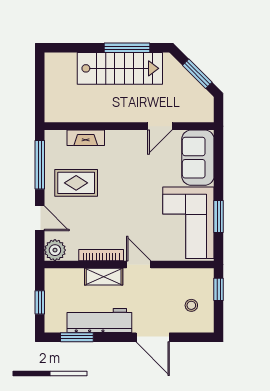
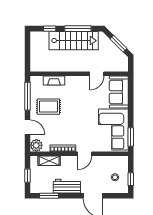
window: (78, 48) -> (50, 29), added
window: (219, 216) -> (131, 137), moved
door: (139, 264) -> (85, 154), swing flipped
shelving: (104, 277) -> (49, 161), moved
window: (219, 289) -> (131, 179), moved
workbench: (99, 321) -> (67, 186), width x0.73

